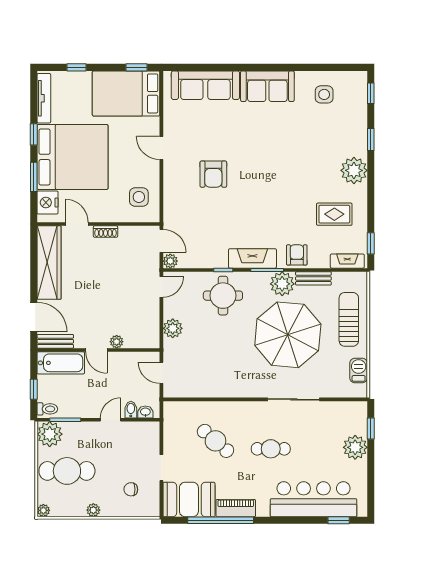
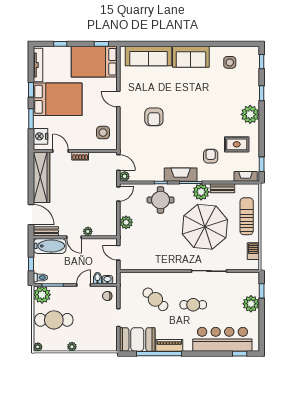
bed: (72, 157) -> (58, 99), width x0.73
armchair: (297, 255) -> (211, 156), moved
chair: (131, 489) -> (107, 296), moved

